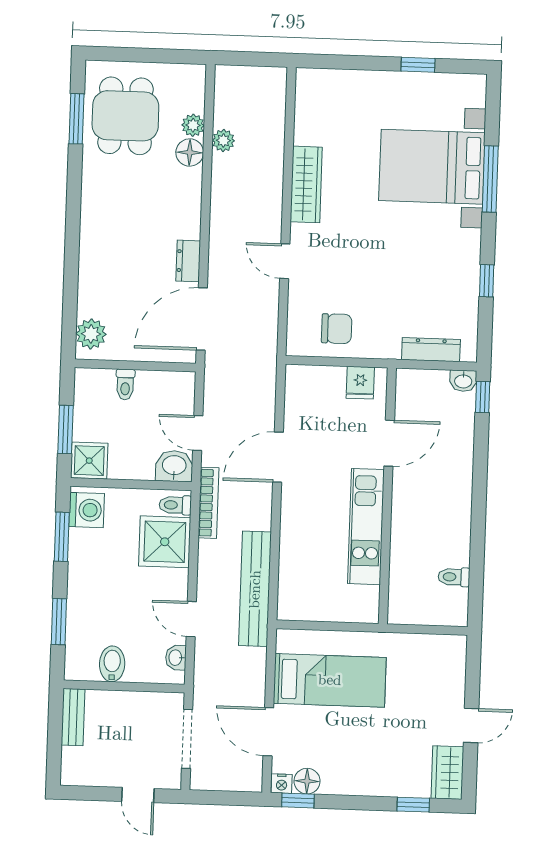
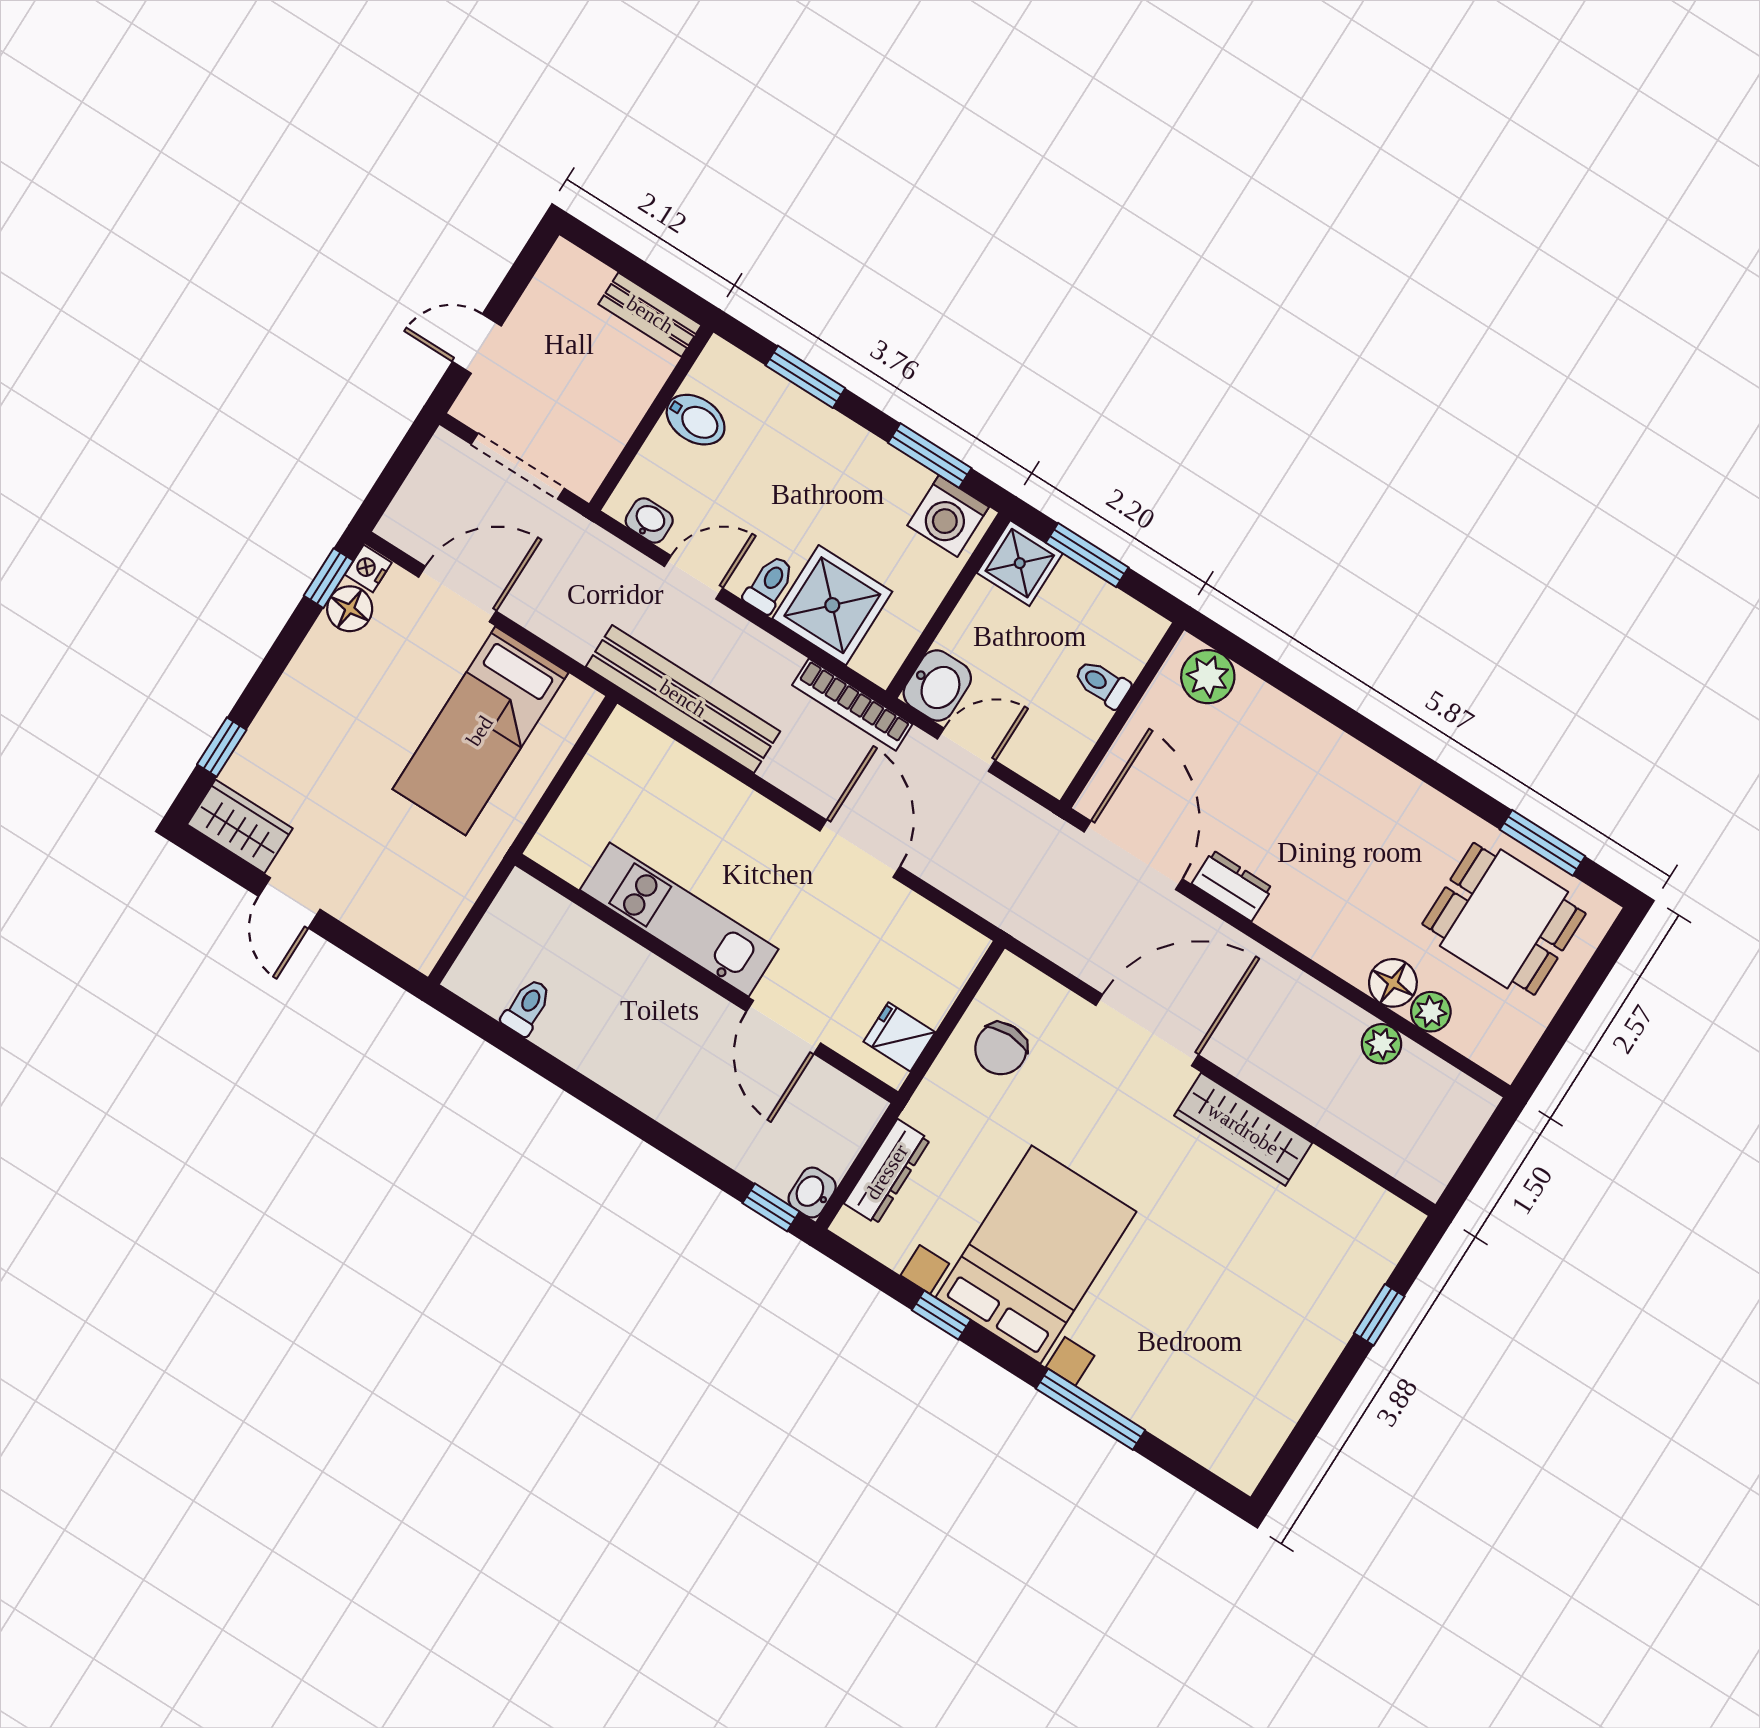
window: (418, 65) -> (1379, 1315), moved
bed with nightstands: (432, 167) -> (1036, 1255), moved
door: (285, 261) -> (1147, 1030), width x1.88
toilet: (175, 505) -> (769, 584), moved

